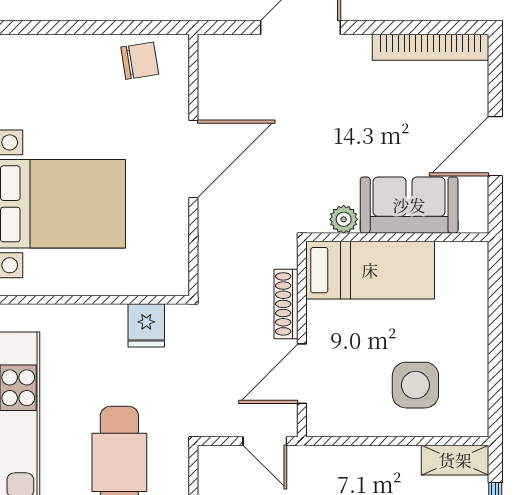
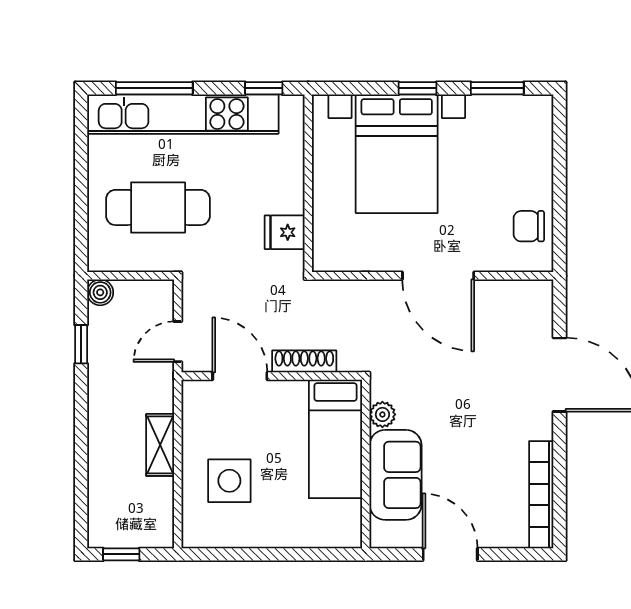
chair: (140, 61) -> (529, 226), turned 99
shelving: (455, 460) -> (160, 445), moved

